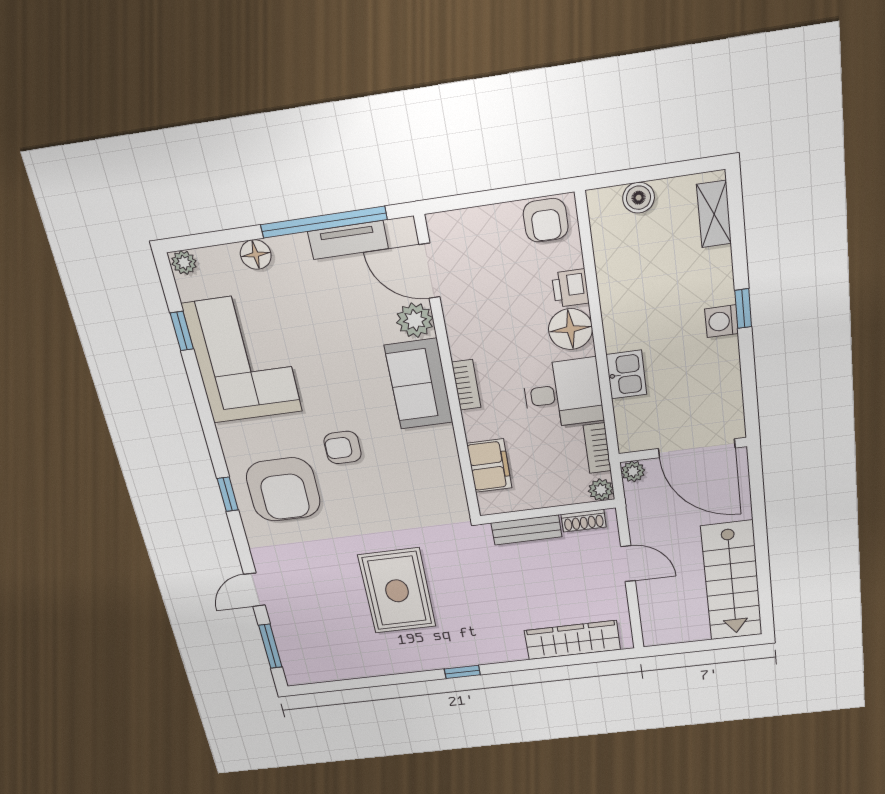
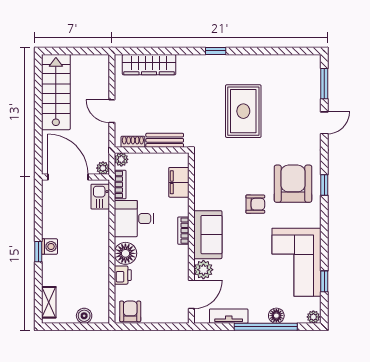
window: (324, 222) -> (266, 327), moved
door: (429, 271) -> (191, 294), hinge flipped
kitchen sink: (626, 374) -> (100, 197), moved

